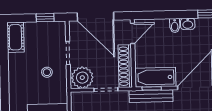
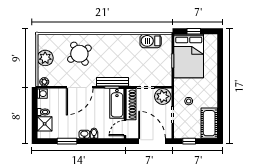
cot: (15, 37) -> (209, 123), width x1.37, depth x1.34
bathtub: (155, 77) -> (117, 103), moved, turned 90

